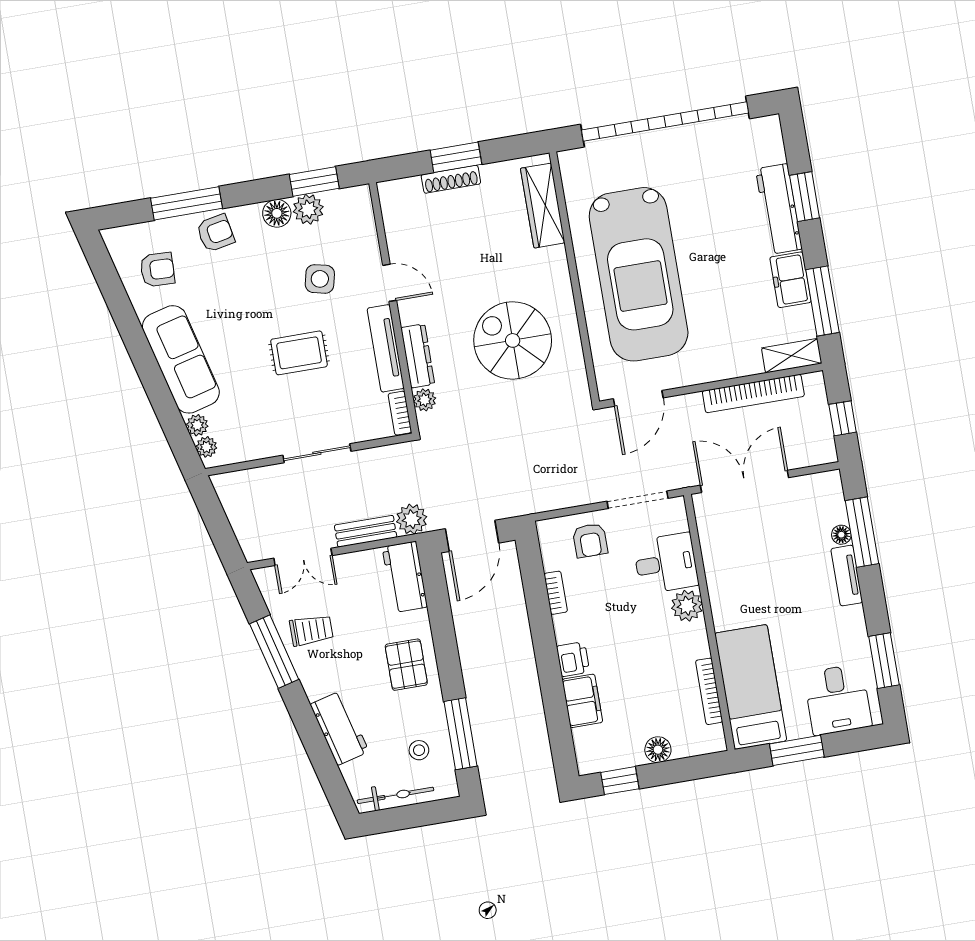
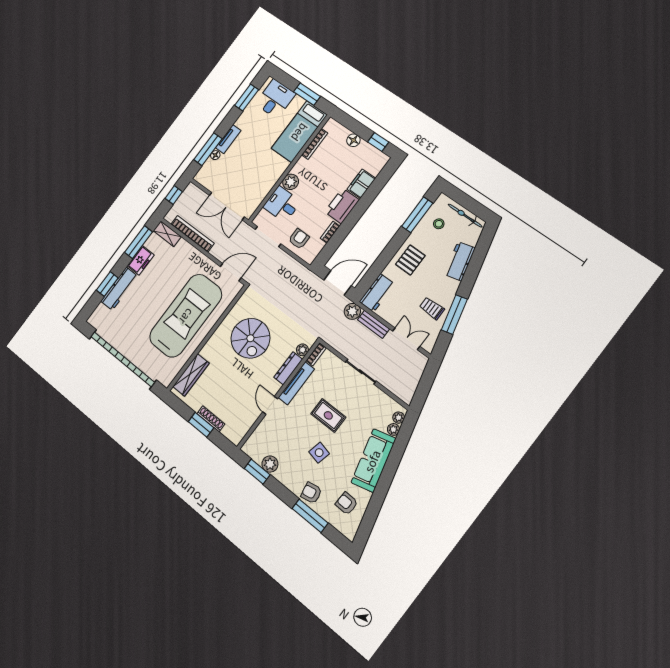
floor lamp: (277, 213) -> (282, 475), removed
side table: (320, 279) -> (319, 453), moved
printer: (573, 659) -> (342, 206), width x1.87, depth x1.48

